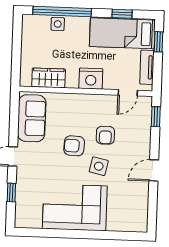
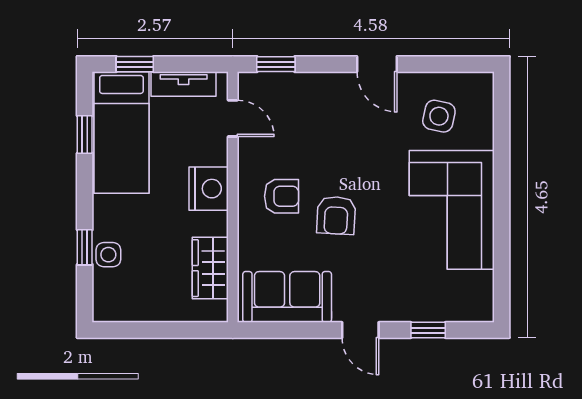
window: (62, 12) -> (85, 247), width x0.32
armchair: (105, 135) -> (281, 196), moved
side table: (99, 166) -> (439, 116), moved

